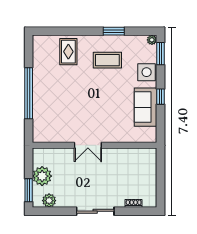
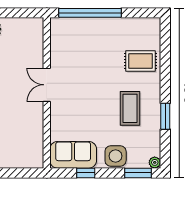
double door: (88, 145) -> (47, 85), moved
wall: (95, 145) -> (47, 93), moved

